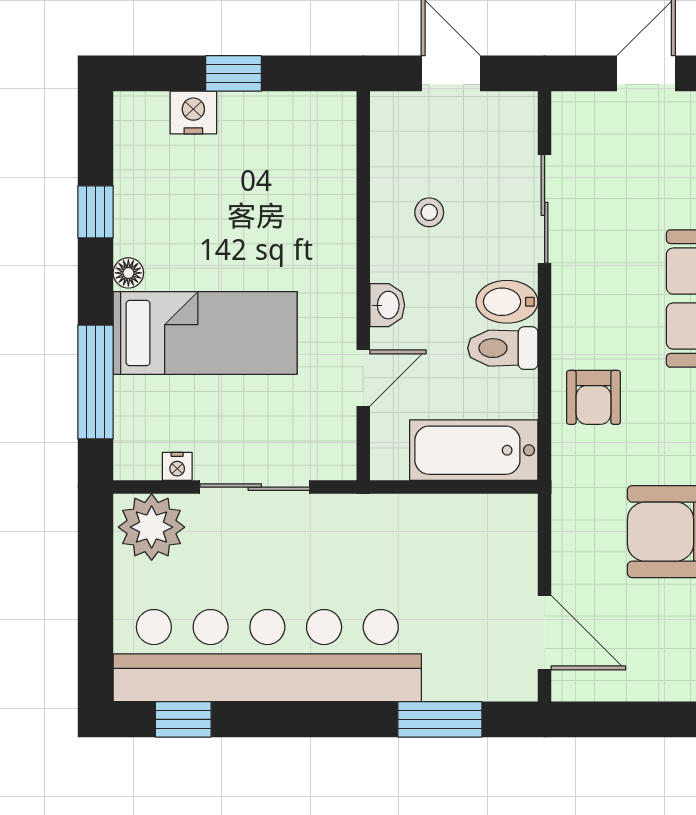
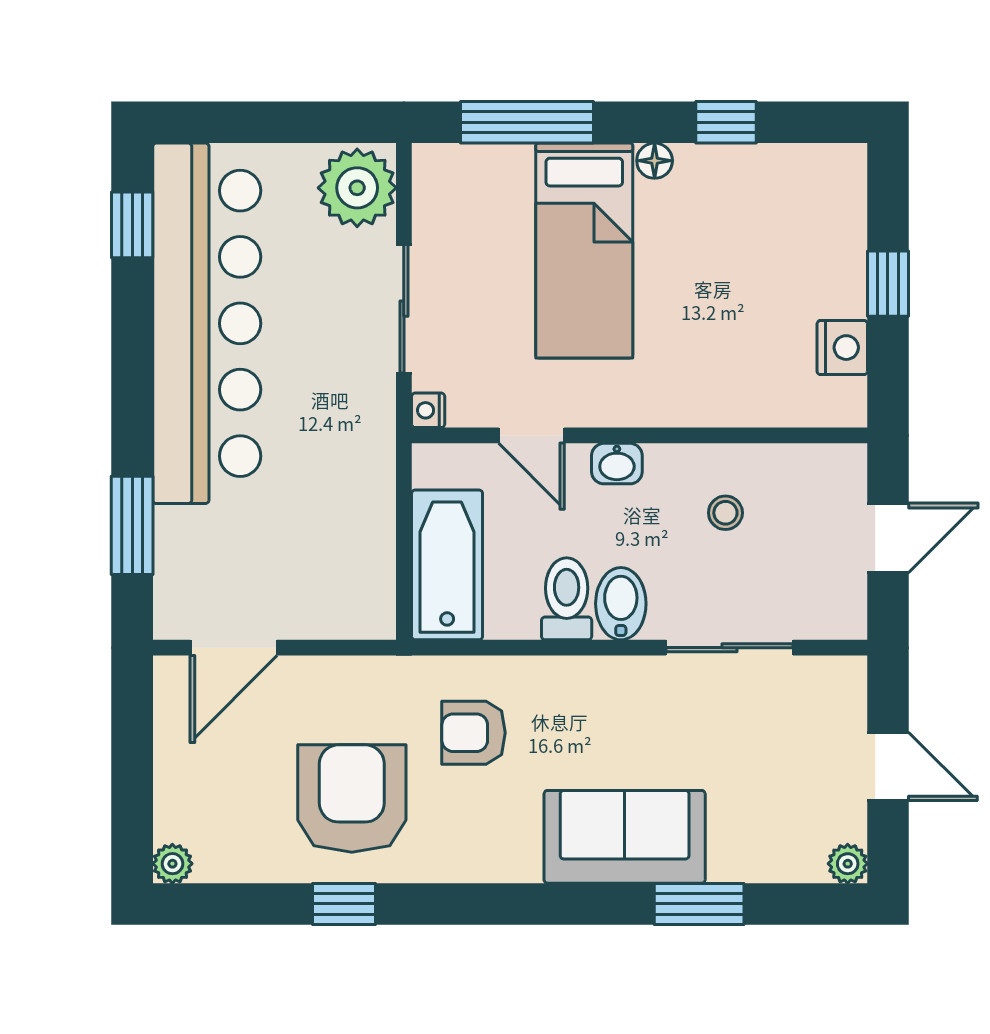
nightstand: (193, 113) -> (842, 348), moved
armchair: (594, 397) -> (474, 733), moved
nightstand: (177, 466) -> (428, 410), moved

